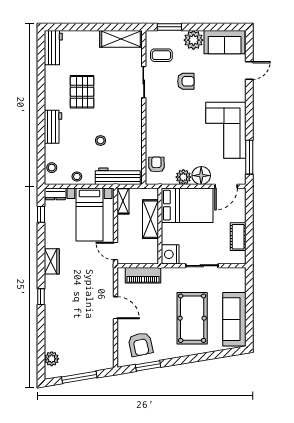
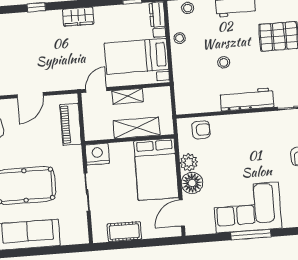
window: (249, 157) -> (251, 235), moved
workbench: (118, 176) -> (247, 99), moved, turned -90
door: (226, 186) -> (182, 213), hinge flipped
shelving: (123, 201) -> (128, 96), moved

